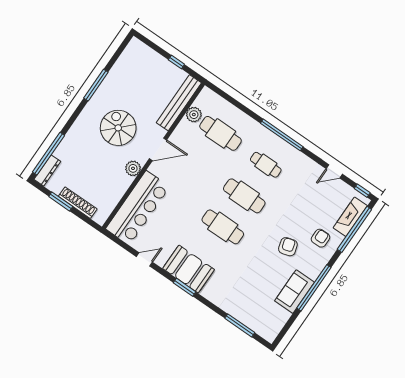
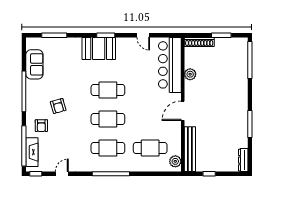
plant: (194, 115) -> (175, 161), moved
spiral stairs: (118, 128) -> (217, 107), removed
cafe table: (266, 165) -> (108, 148), width x1.37, depth x1.35
plant: (133, 168) -> (190, 74), moved
dresser: (47, 170) -> (243, 160), moved
shoe rack: (78, 203) -> (199, 42), moved
door: (144, 259) -> (143, 35), hinge flipped
booth: (189, 269) -> (99, 48), moved
sofa: (294, 292) -> (34, 64), moved

